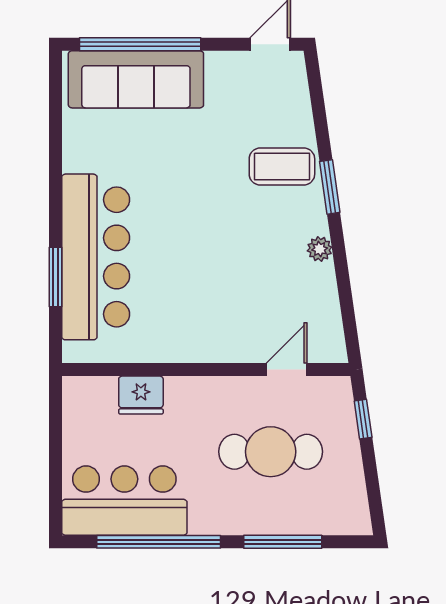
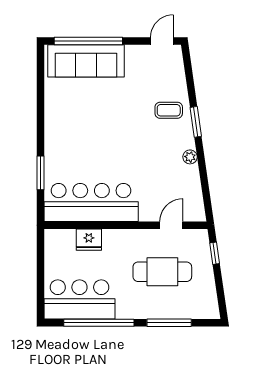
coffee table: (282, 167) -> (169, 110), width x0.73, depth x0.77
bar counter: (96, 257) -> (91, 202), moved, turned -90

